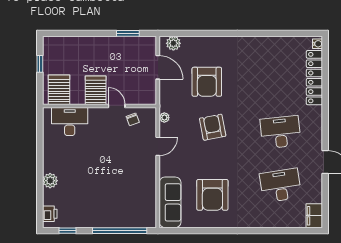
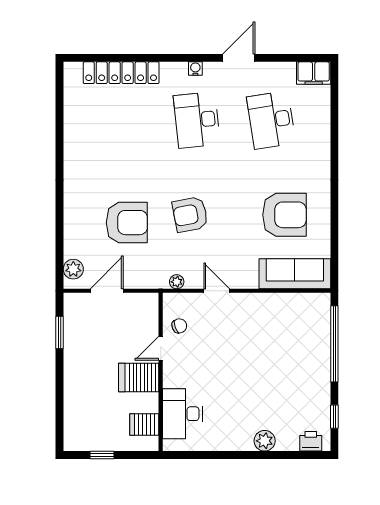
water cooler: (317, 44) -> (195, 69), moved
server rack: (59, 90) -> (144, 425), width x0.73, depth x0.70

